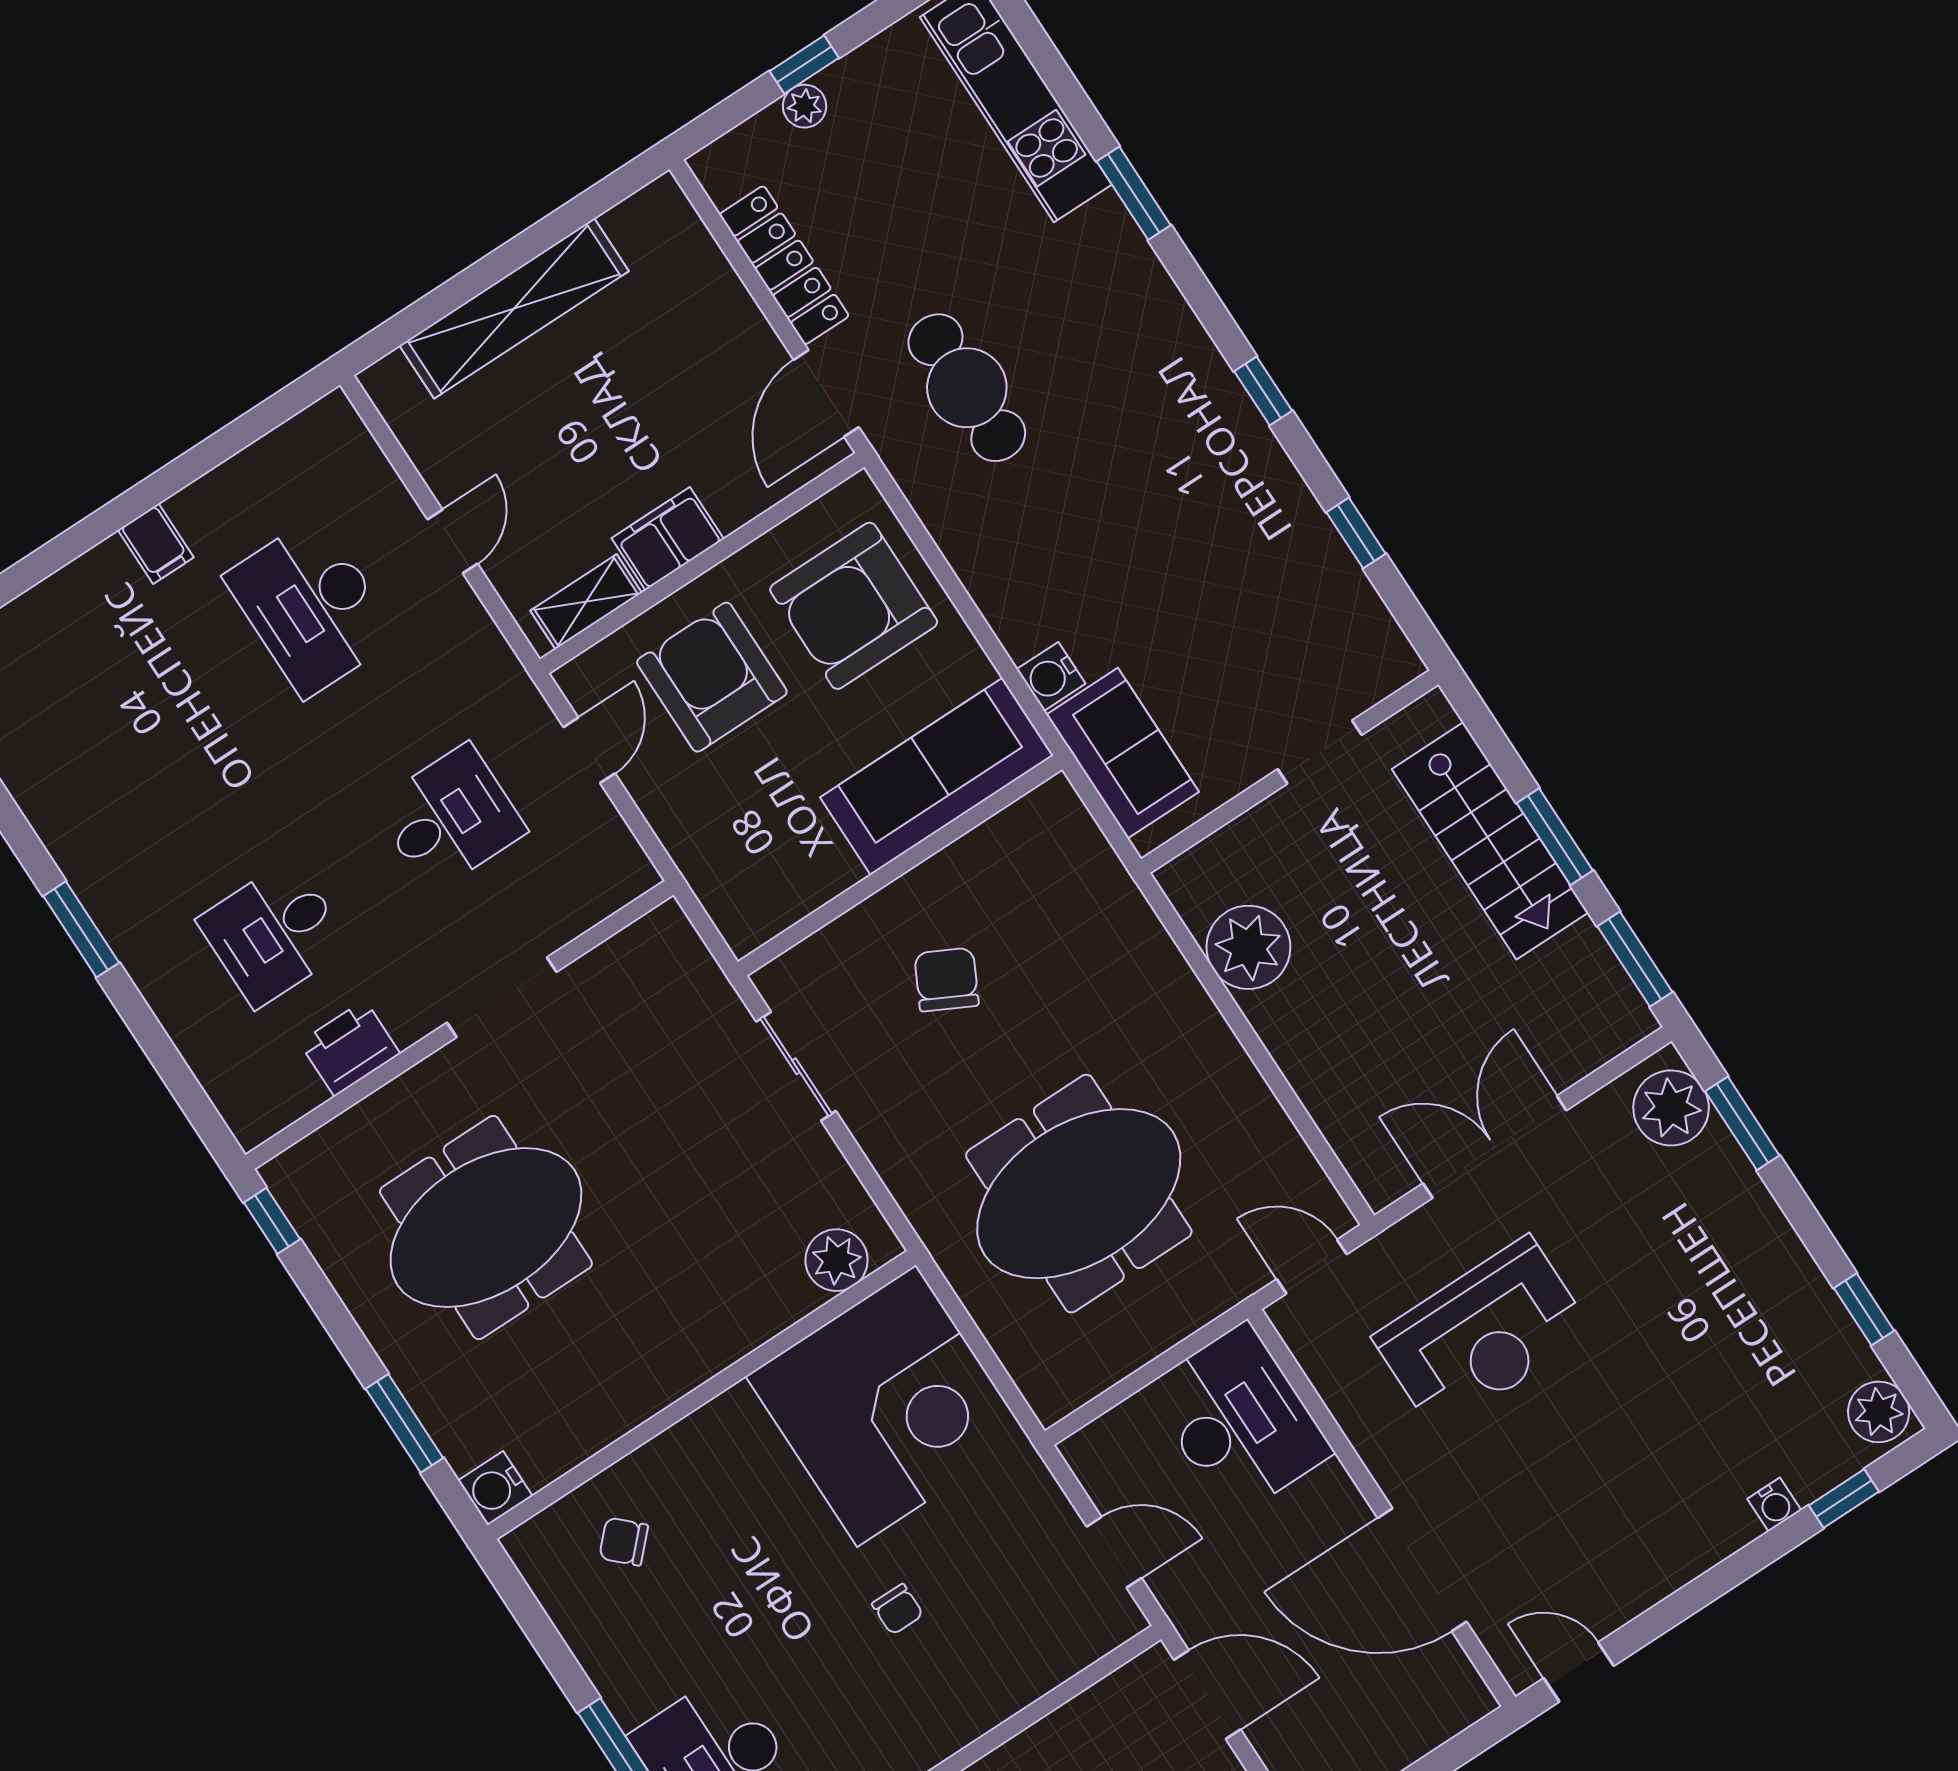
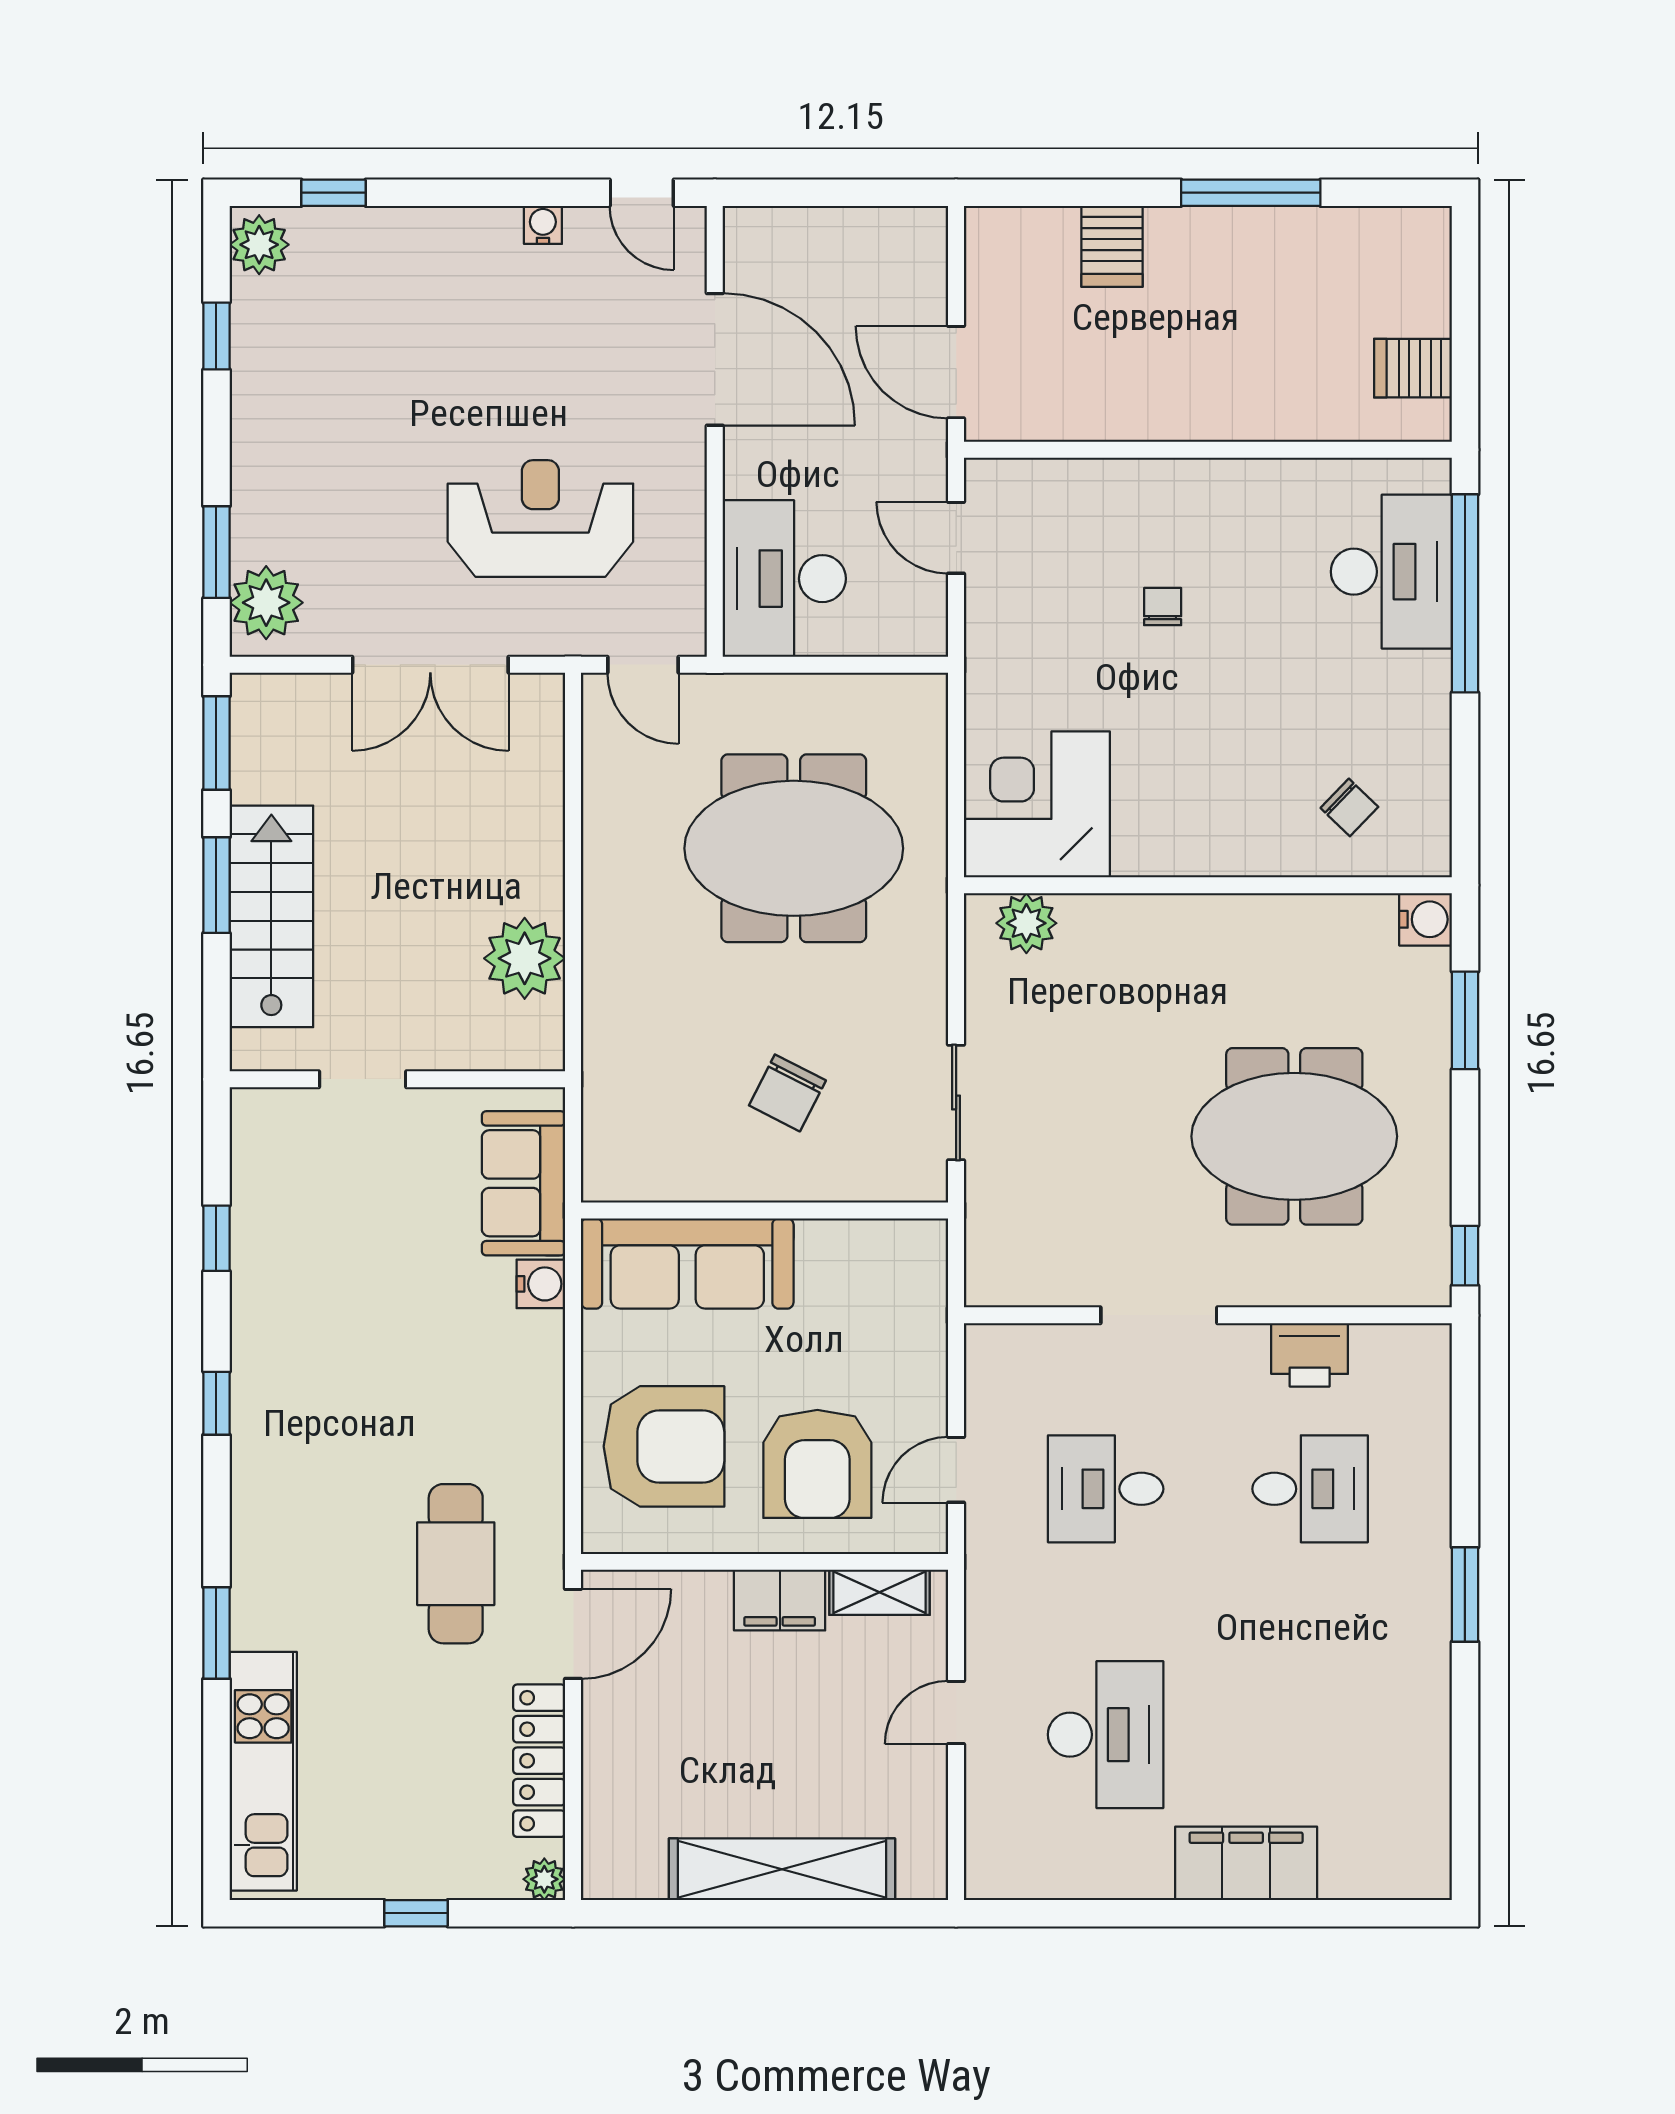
plant: (805, 106) -> (544, 1879), moved
filing cabinet: (156, 544) -> (1246, 1863), width x3.00, depth x1.17
corner desk: (887, 1406) -> (1037, 804), width x0.74, depth x0.74
water cooler: (1774, 1505) -> (543, 225), moved

